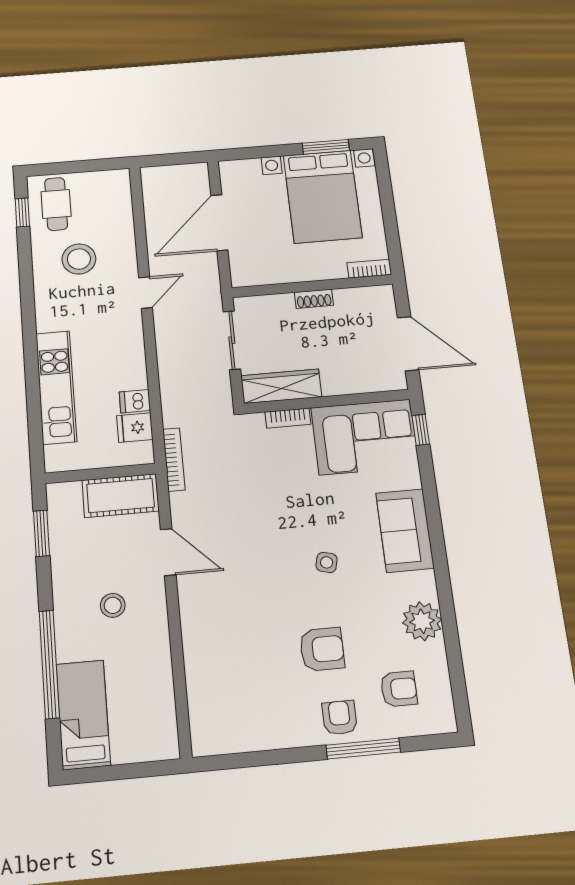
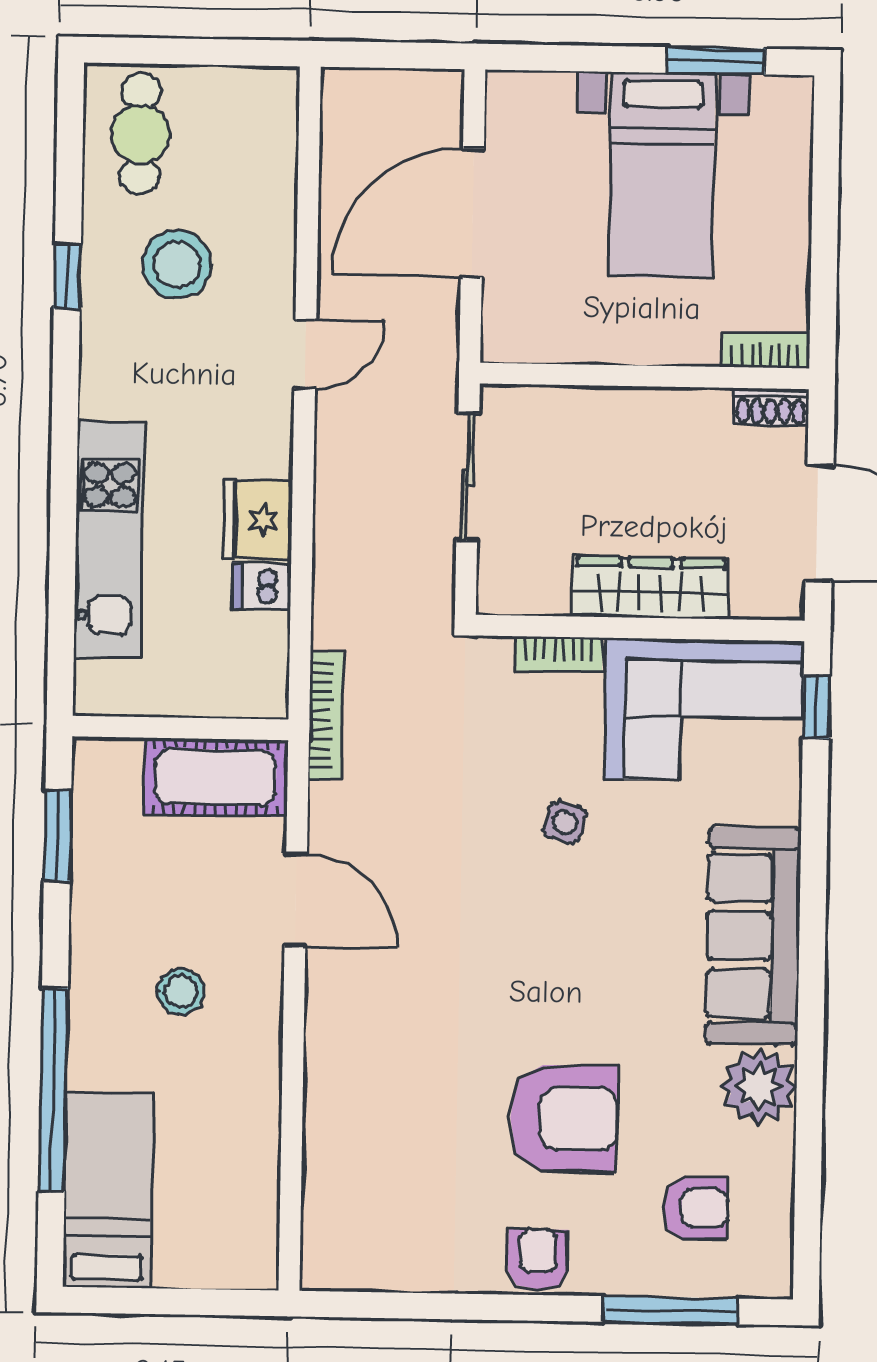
bed with nightstands: (323, 196) -> (662, 175), width x0.73
window: (22, 212) -> (67, 276), moved
shoe rack: (314, 299) -> (771, 407), moved
wardrobe: (281, 386) -> (651, 588), moved
fridge: (135, 428) -> (258, 520), moved, width x1.38
sofa: (405, 530) -> (753, 936), width x1.36
side table: (327, 562) -> (565, 823), moved
armchair: (322, 649) -> (564, 1118), width x1.36, depth x1.36
armchair: (340, 718) -> (538, 1259), moved
window: (363, 749) -> (671, 1310), moved

